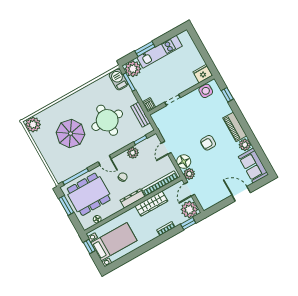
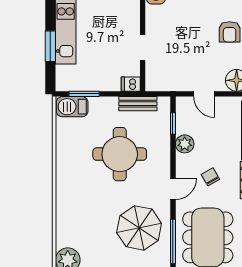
plant: (133, 69) -> (68, 78), removed
parasol: (71, 134) -> (139, 228), moved

